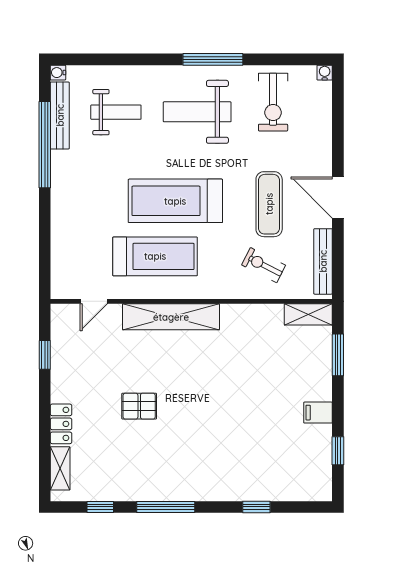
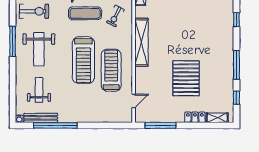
door: (94, 301) -> (134, 101), hinge flipped
shelving: (171, 317) -> (141, 42), moved
window: (45, 355) -> (160, 125), width x2.17
pallet: (139, 406) -> (186, 78), width x2.05, depth x2.00

